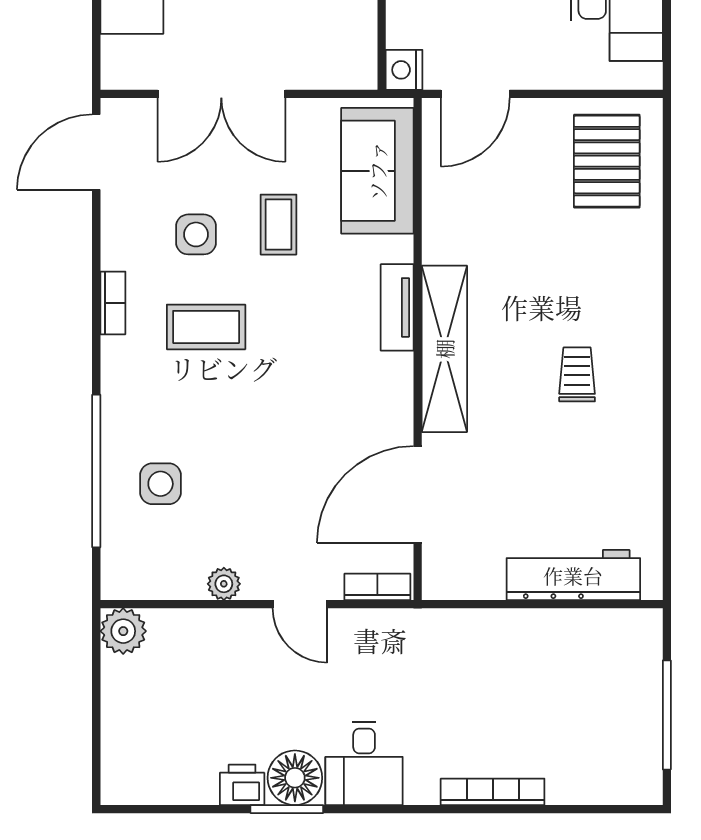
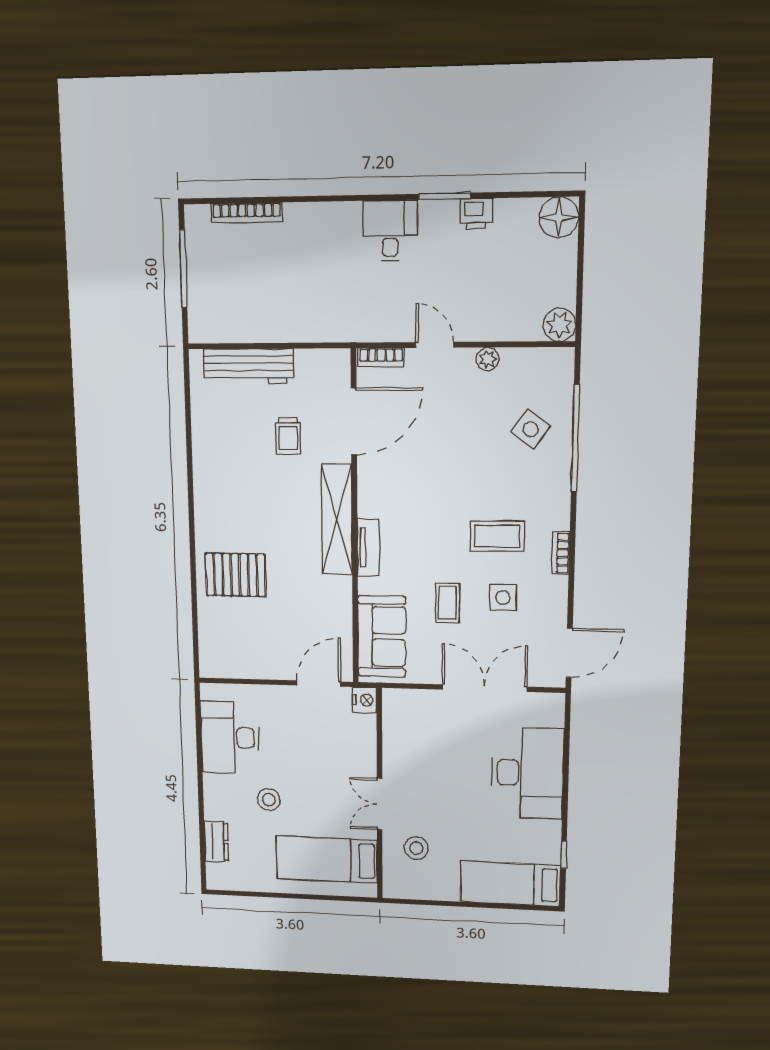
pallet: (607, 161) -> (236, 575), moved, turned 90
trolley: (577, 374) -> (288, 436), moved
side table: (161, 484) -> (531, 429), turned 35
floor lamp: (295, 778) -> (559, 217), moved
bookcase: (493, 792) -> (247, 213), moved

